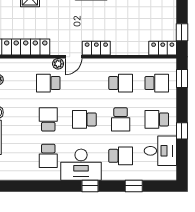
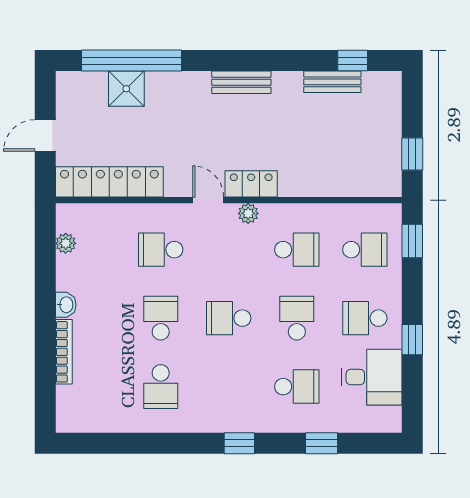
locker: (163, 48) -> (376, 184), removed
door: (74, 57) -> (208, 200), swing flipped
plant: (58, 64) -> (248, 213), moved
school desk: (121, 119) -> (297, 318), turned 180
desk: (81, 165) -> (222, 403), removed

